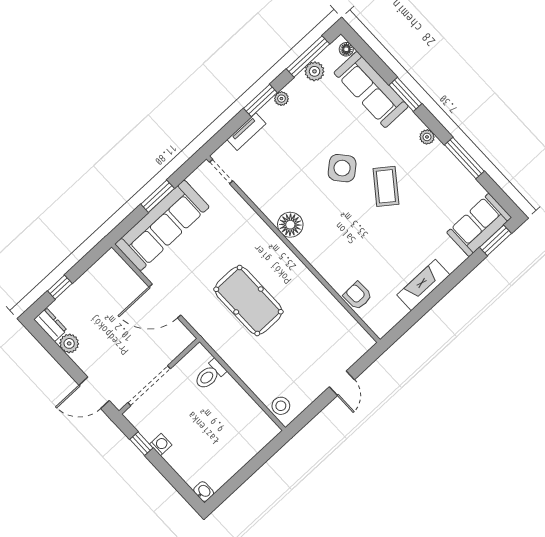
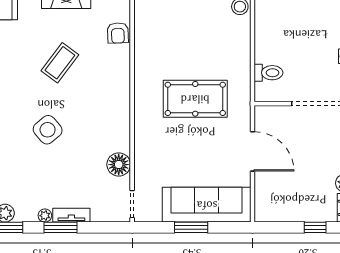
tv unit: (247, 132) -> (71, 215), moved
coffee table: (386, 186) -> (60, 63), moved
floor lamp: (290, 225) -> (119, 165), moved
pool table: (248, 301) -> (195, 99), turned 90

